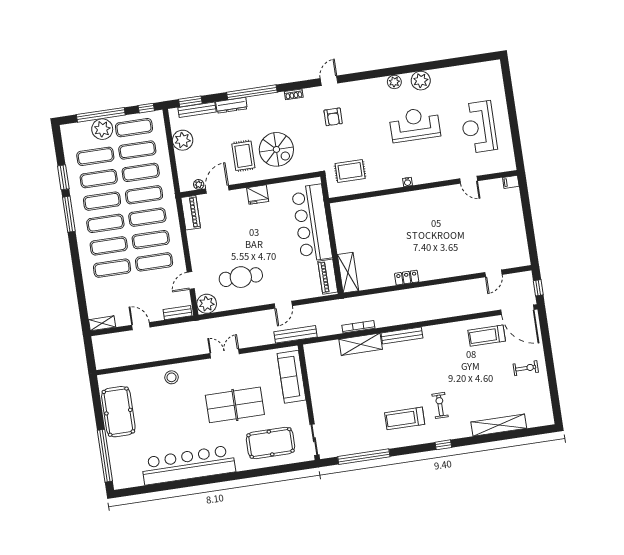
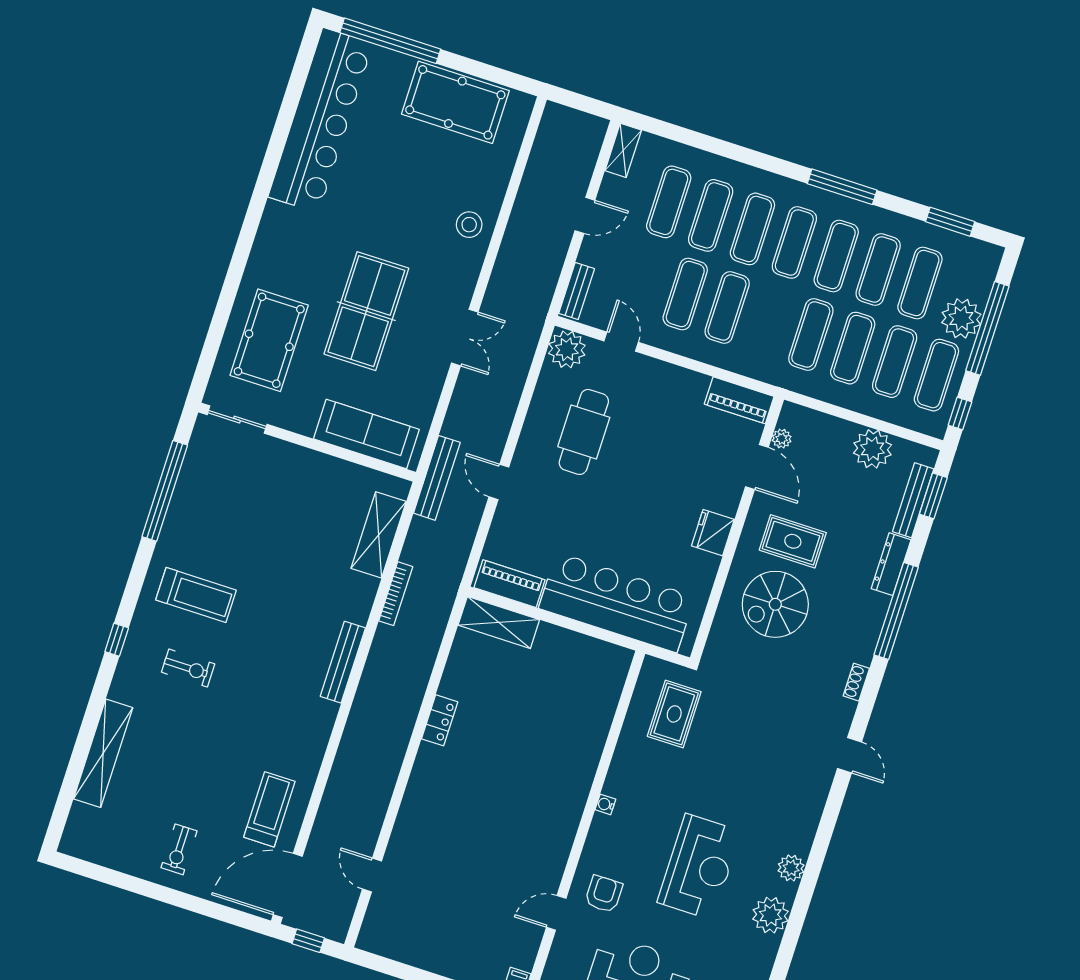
armchair: (333, 117) -> (604, 894), moved, turned 90
window: (63, 177) -> (950, 222), moved
exercise mat: (147, 217) -> (669, 202), moved
shelving: (361, 344) -> (379, 535), moved
treadmill: (405, 418) -> (196, 595), turned 90
bar counter: (188, 465) -> (321, 120), moved

